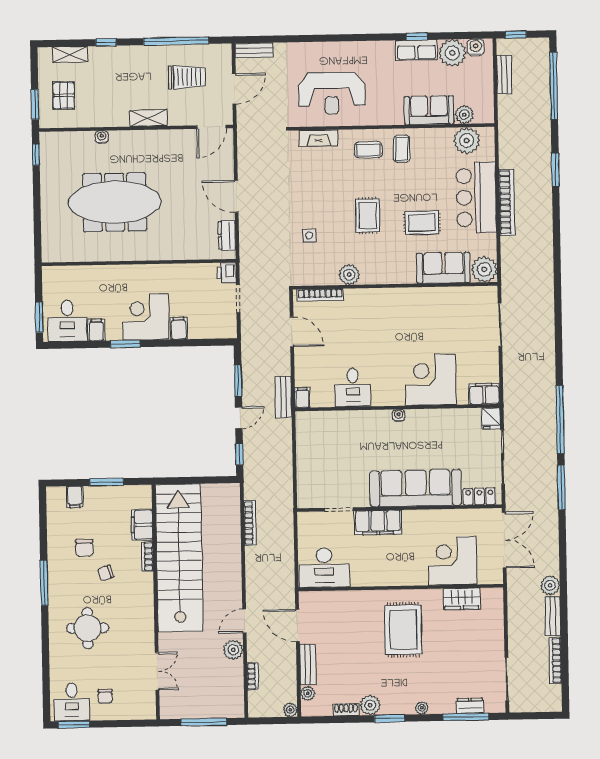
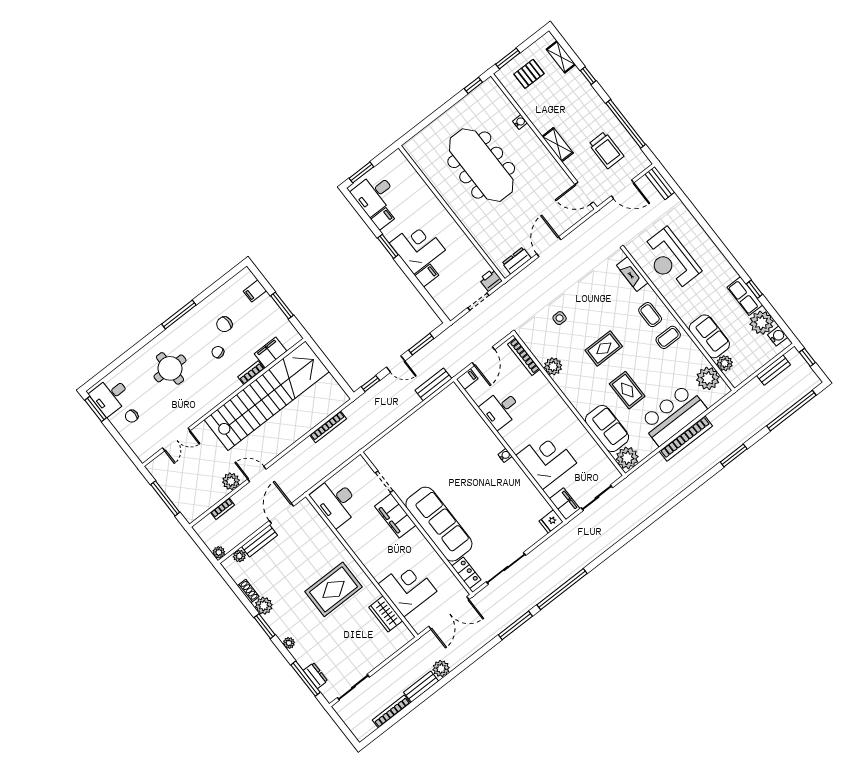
corner desk: (430, 380) -> (546, 459), moved
desk: (353, 387) -> (501, 409), moved
filing cabinet: (484, 394) -> (565, 504), moved
filing cabinet: (302, 398) -> (467, 379), moved
wall: (397, 408) -> (510, 451), moved
water cooler: (399, 415) -> (505, 455), moved
fridge: (491, 418) -> (551, 521), moved

